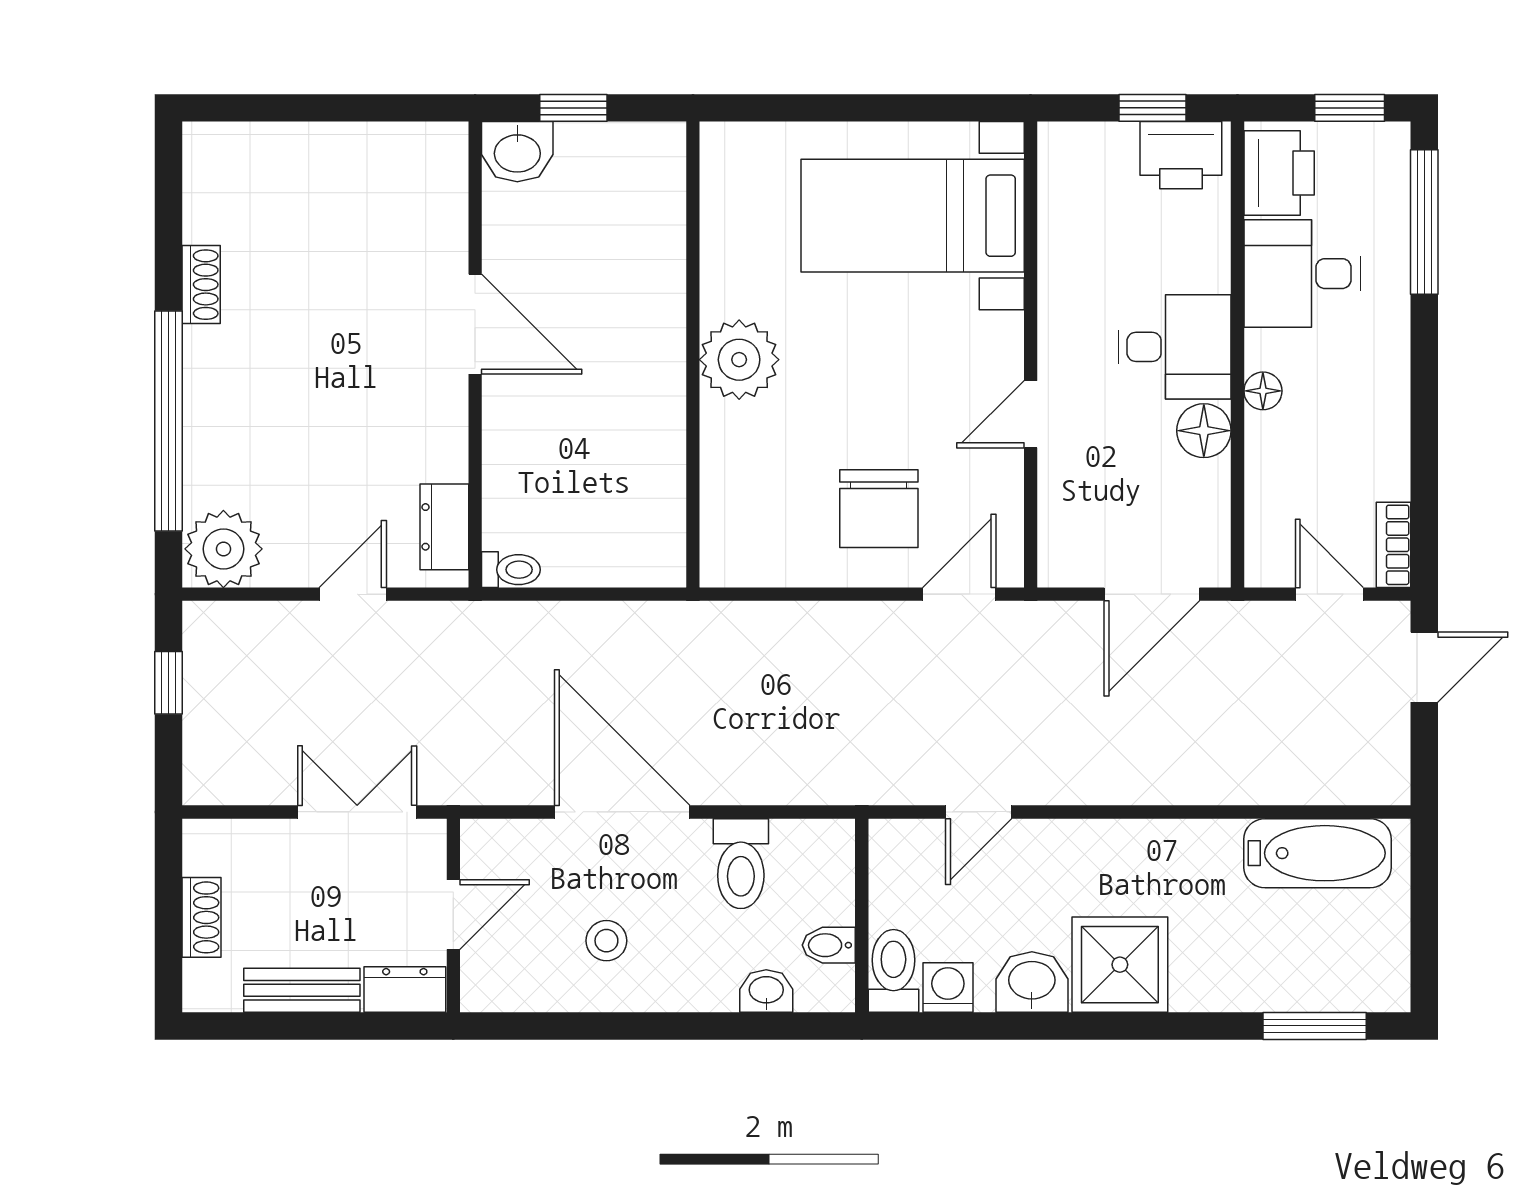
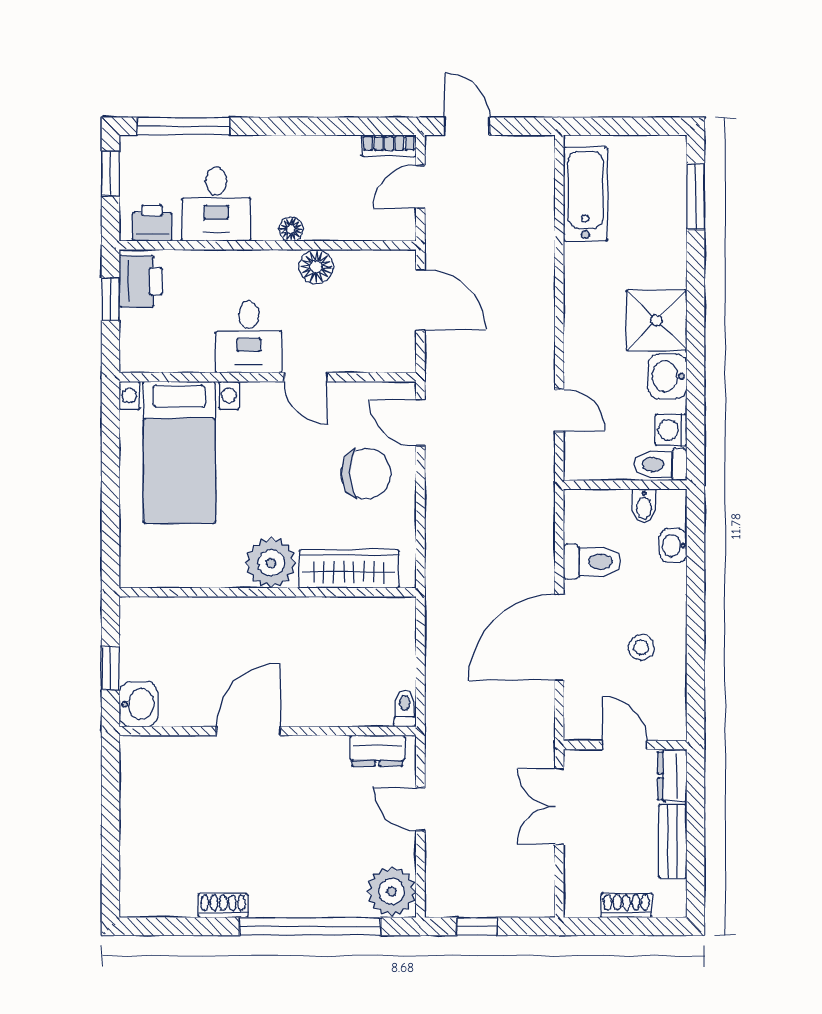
printer: (1279, 173) -> (152, 223), width x0.73, depth x0.81
desk: (1175, 347) -> (249, 337), moved, turned 180
wardrobe: (730, 482) -> (349, 569), added

